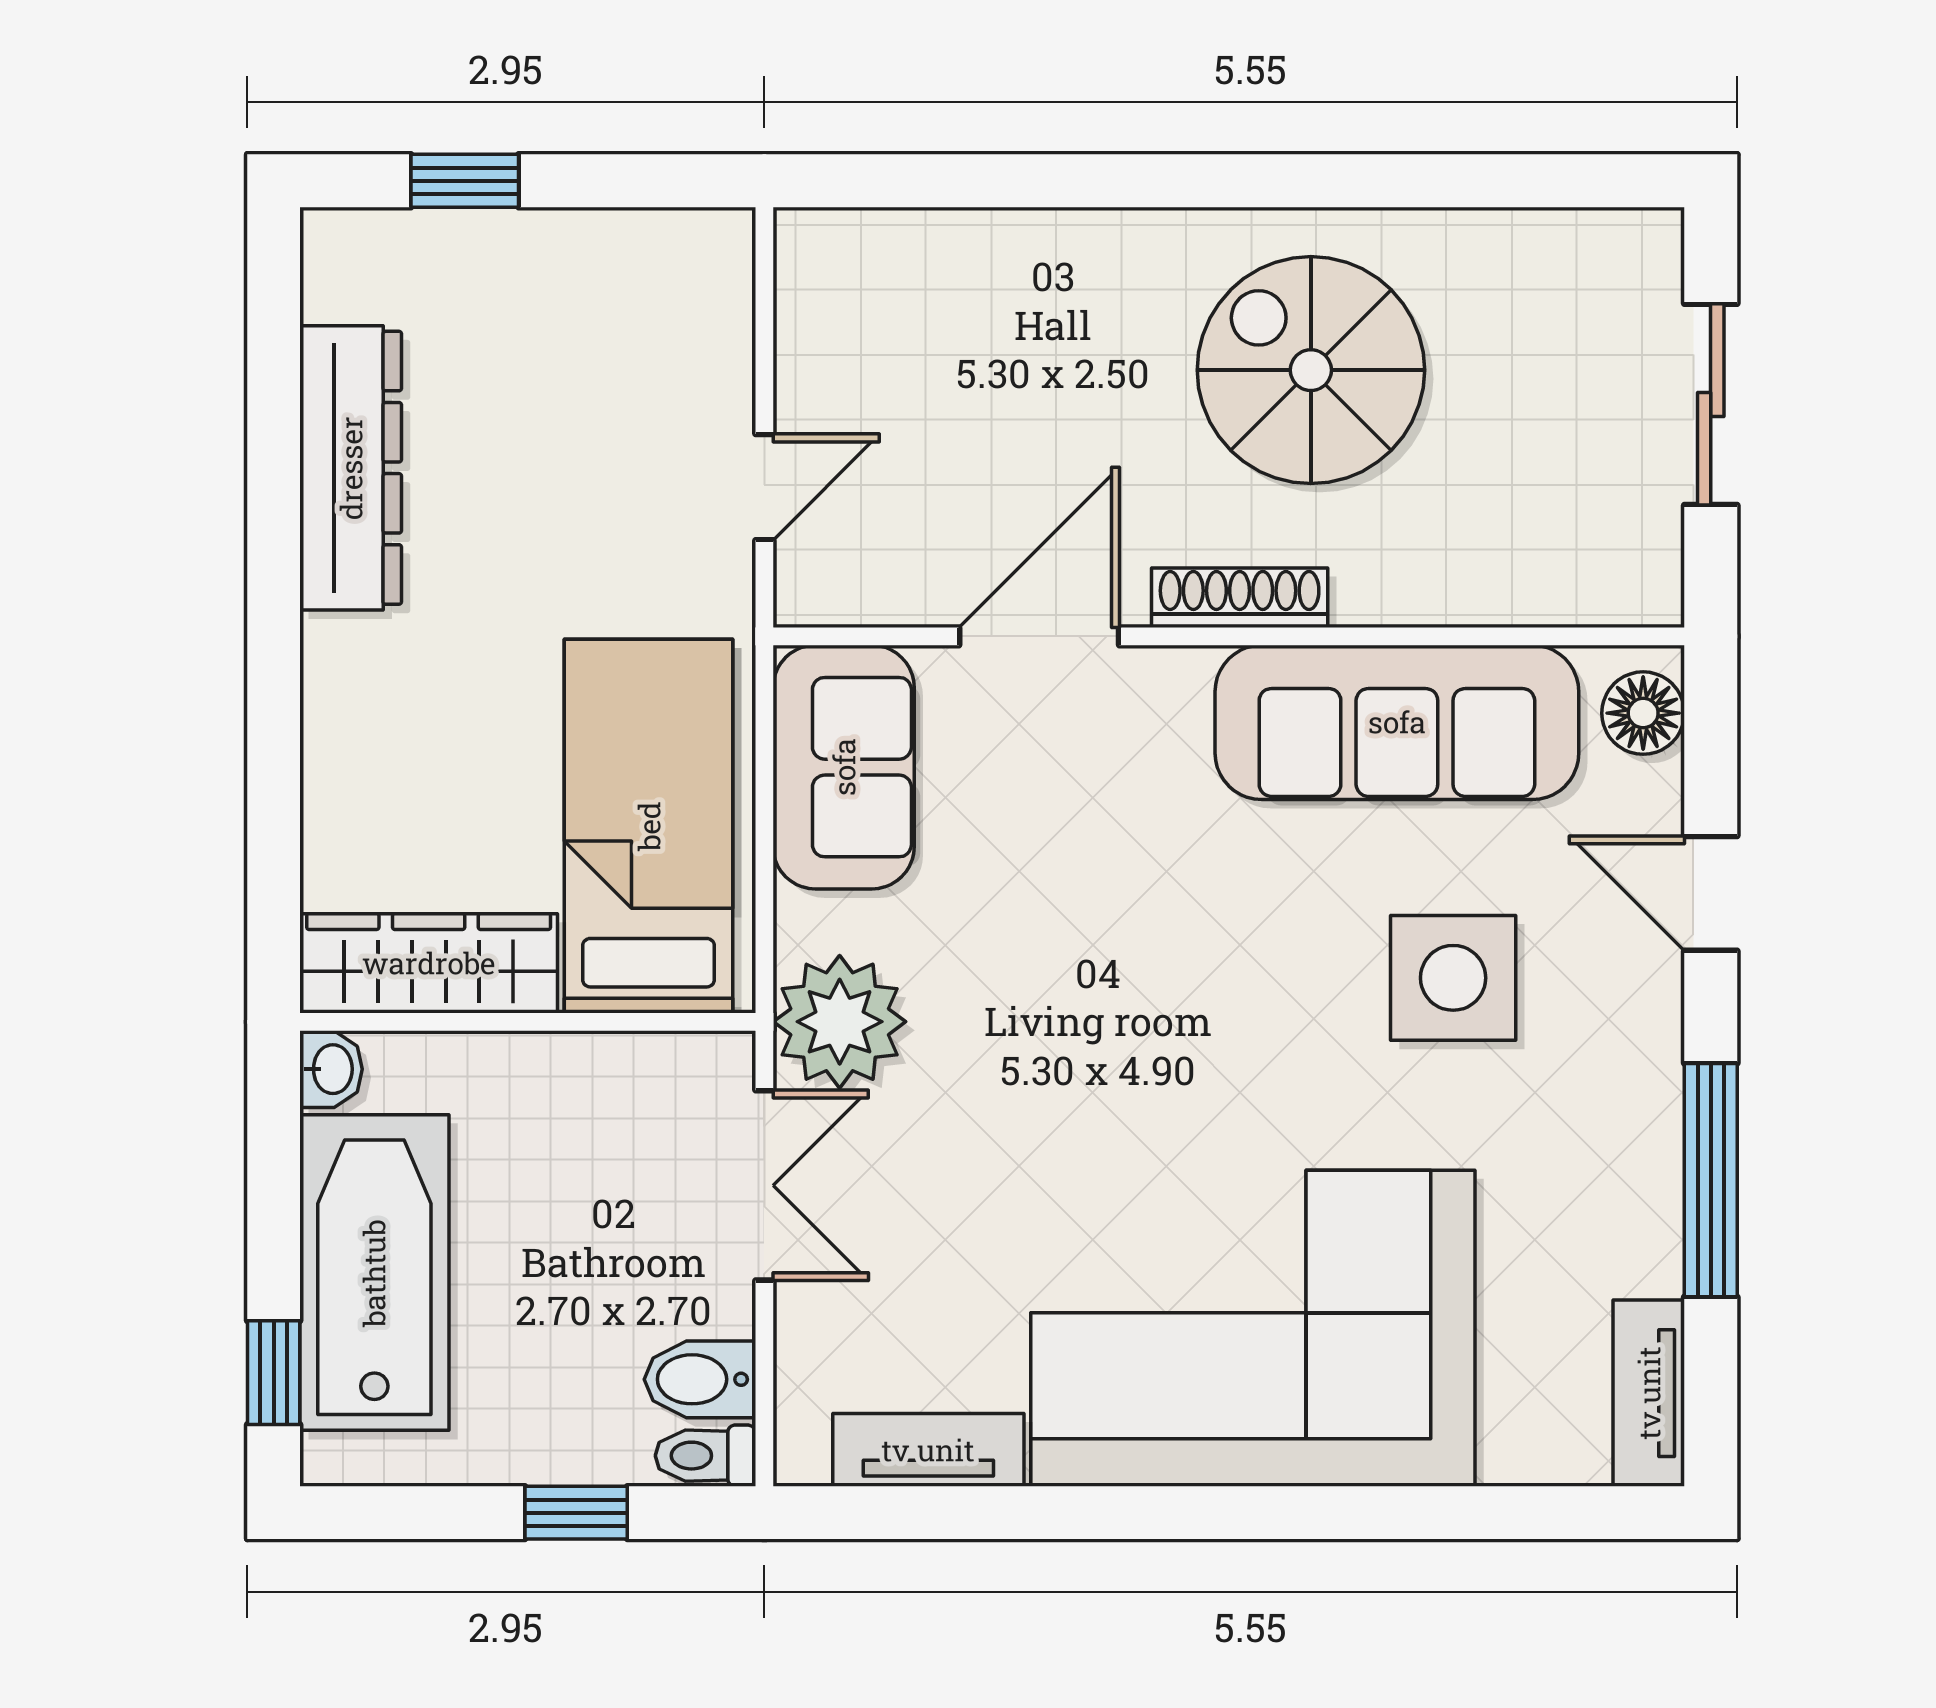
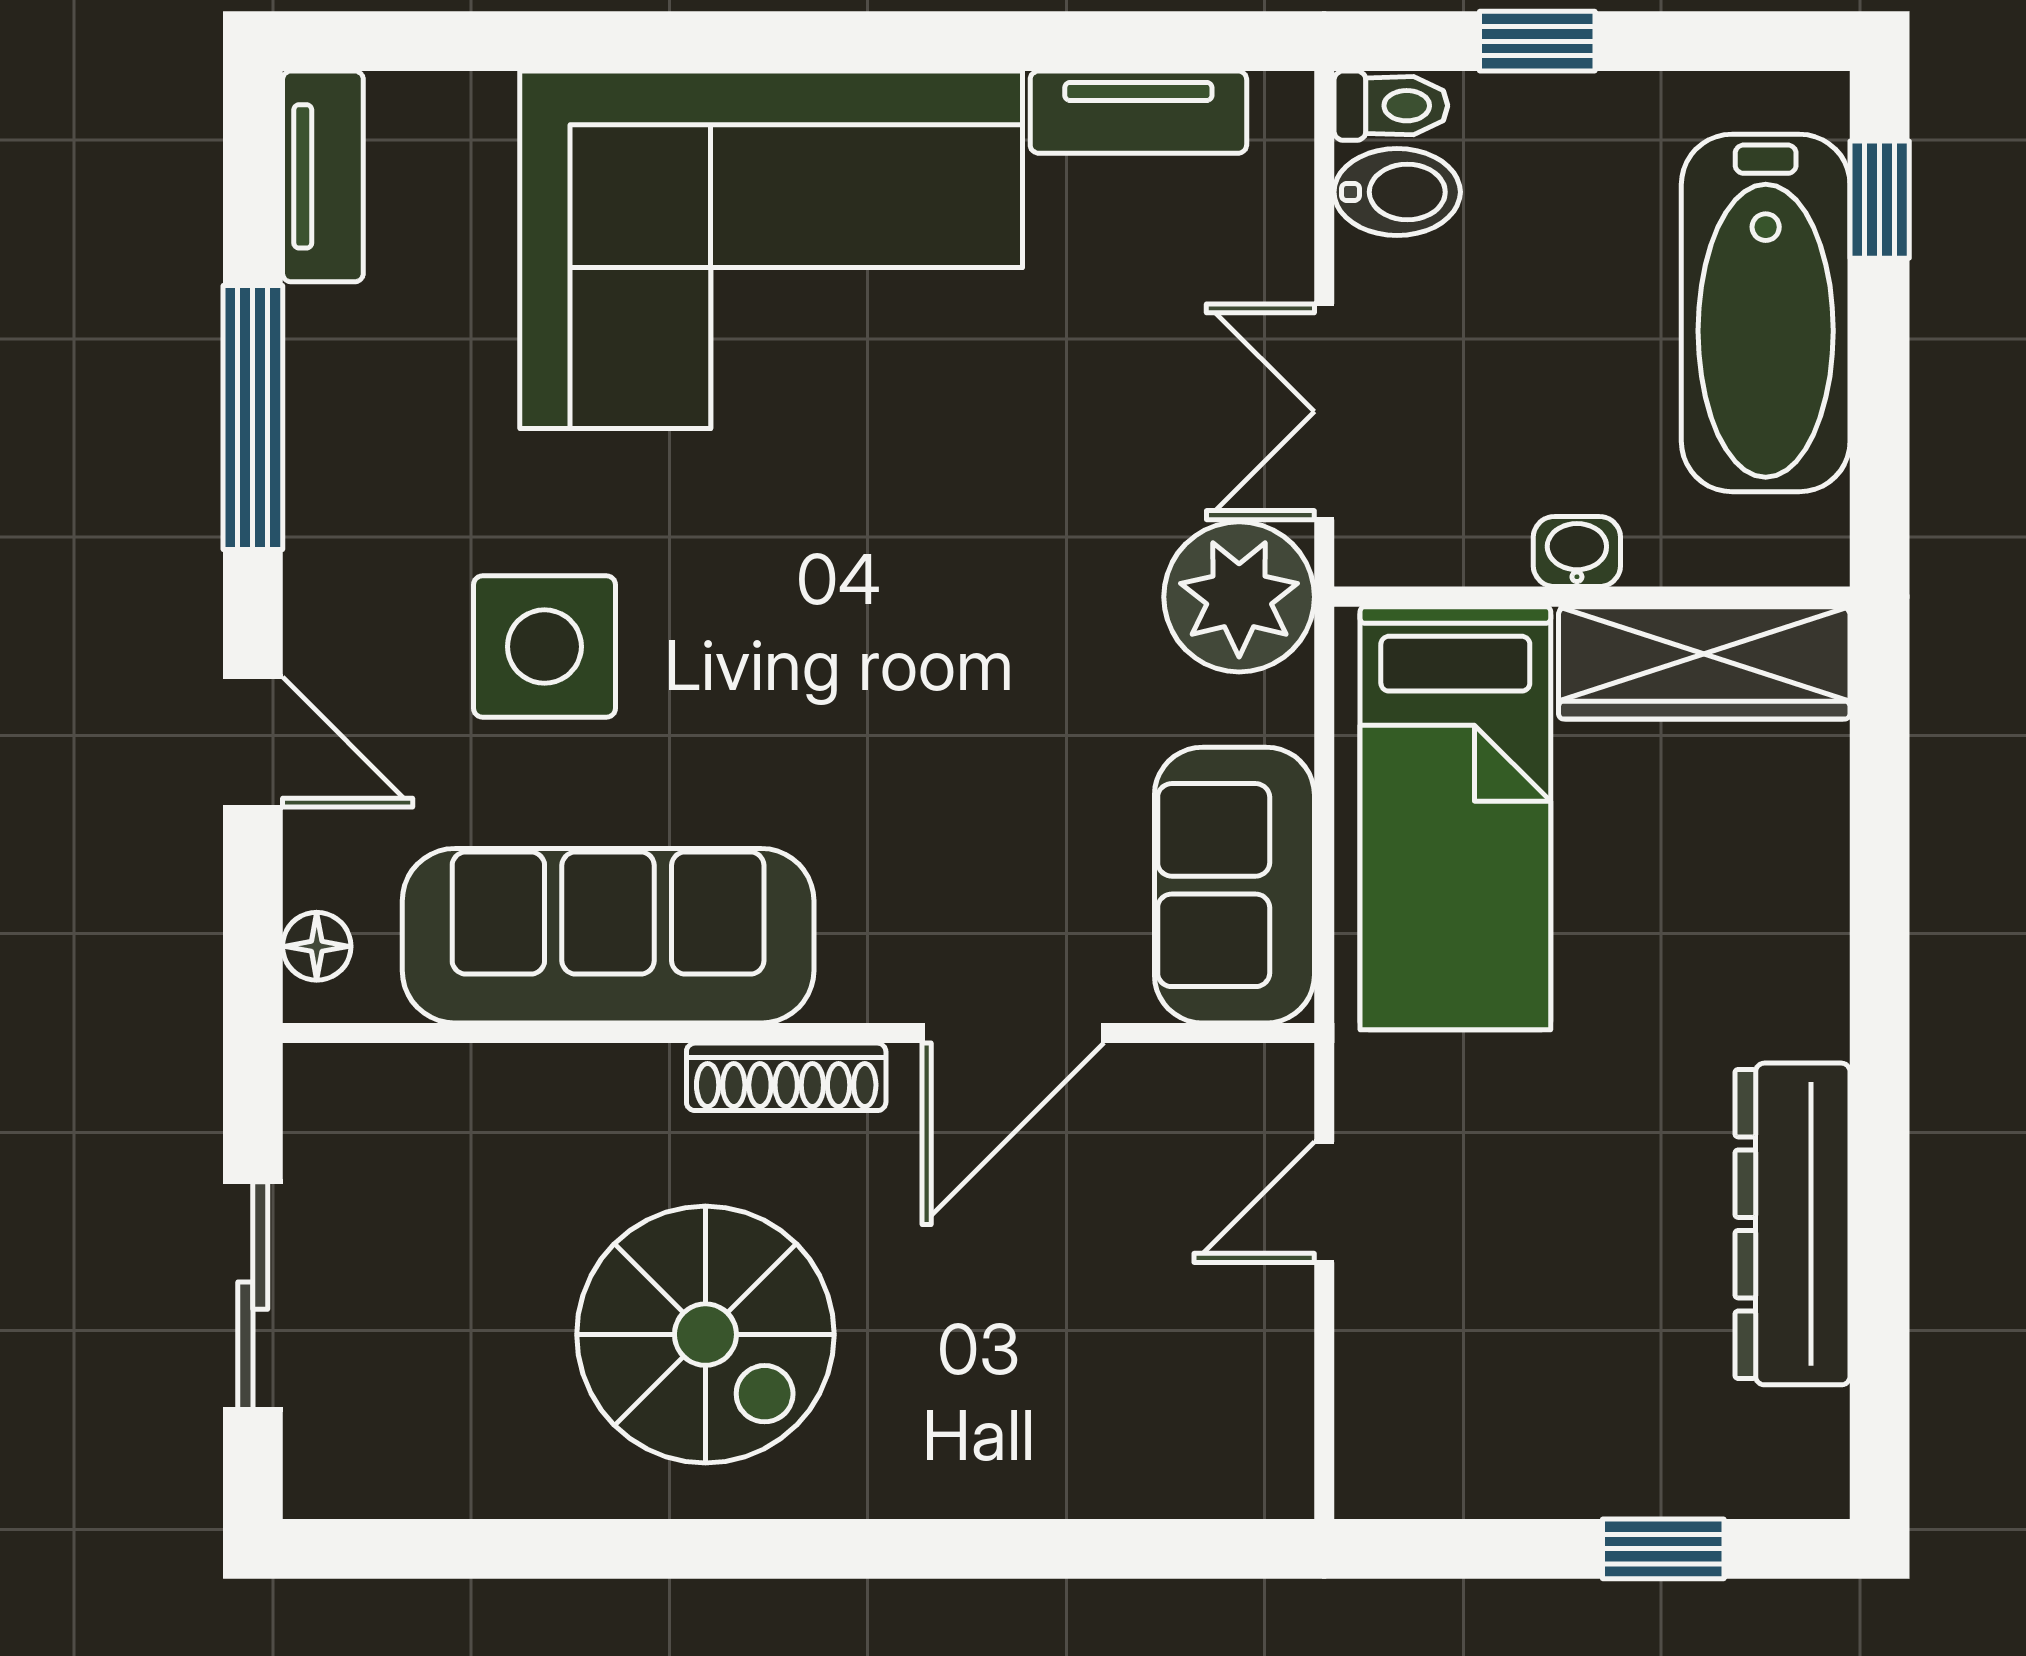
floor lamp: (1643, 713) -> (317, 946), width x0.73, depth x0.73
washbasin: (331, 1069) -> (1577, 552), moved, turned 90

